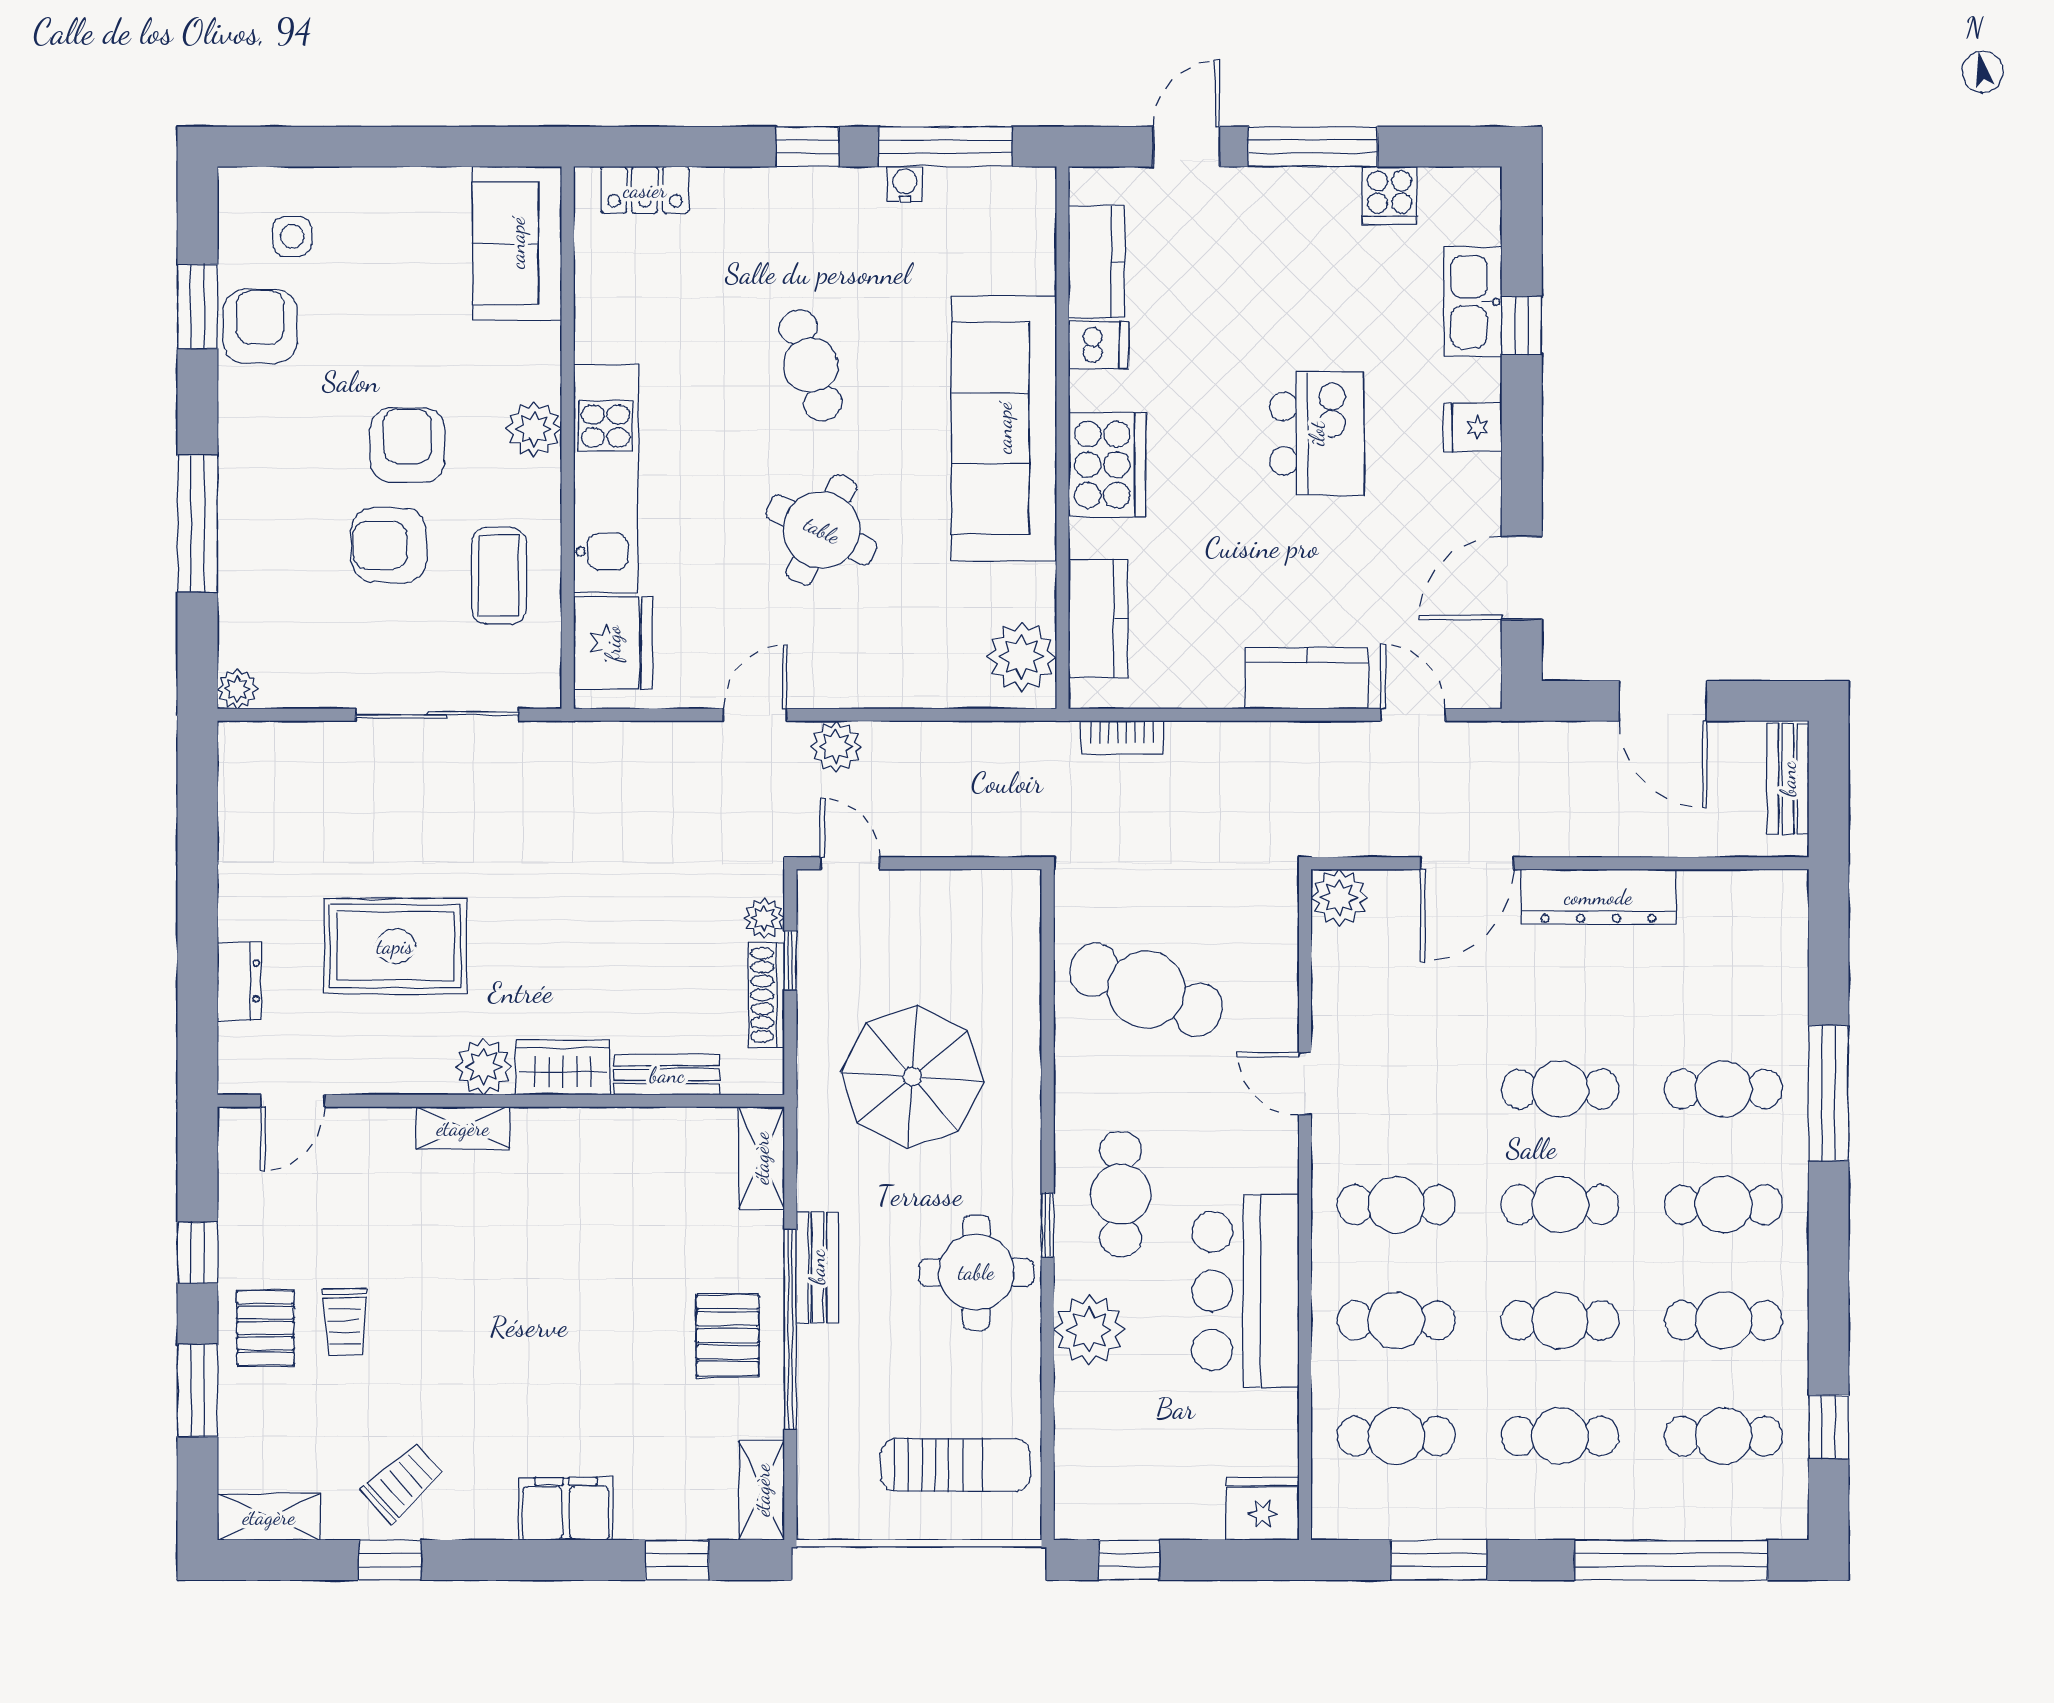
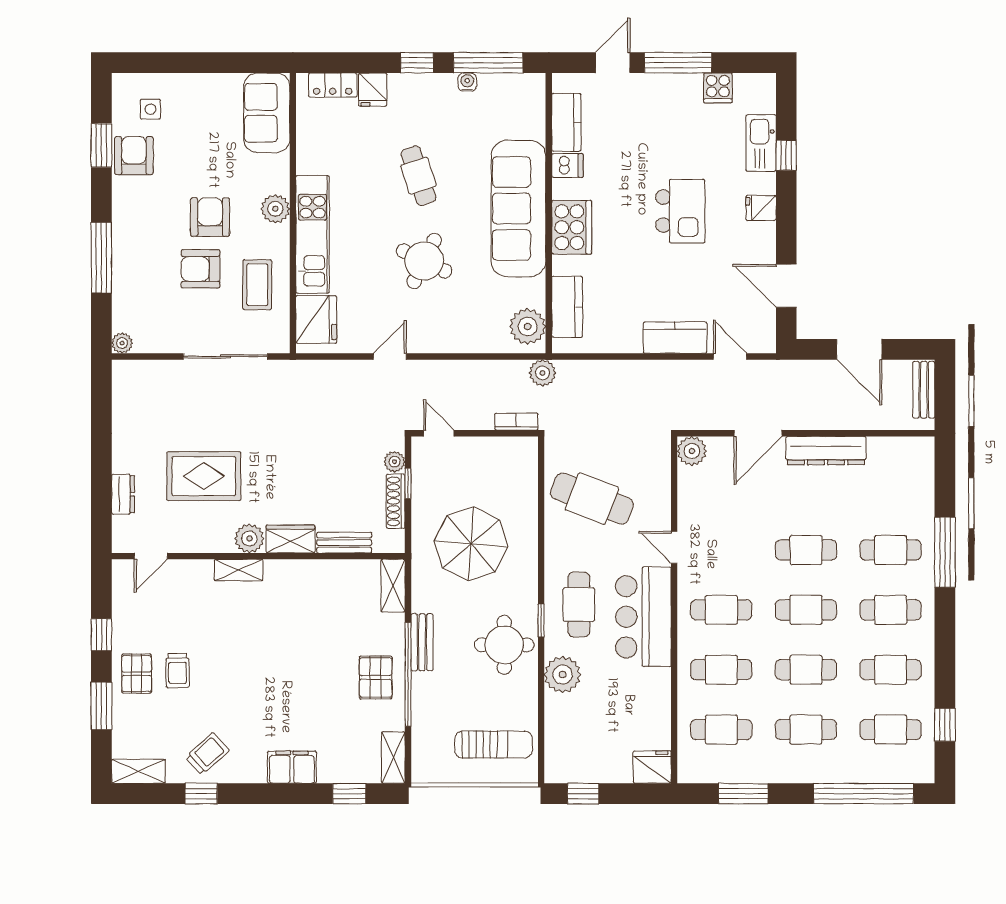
fridge: (722, 199) -> (373, 90), added
door: (1522, 578) -> (786, 286), hinge flipped
bookcase: (1122, 737) -> (516, 422), moved, turned 180
plant: (836, 747) -> (542, 373), moved
bar counter: (1245, 1291) -> (643, 617), moved

